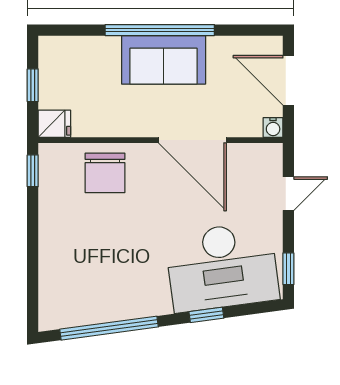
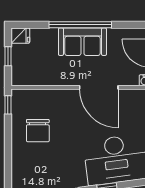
fridge: (54, 124) -> (20, 36), moved
chair: (105, 173) -> (38, 131), moved

